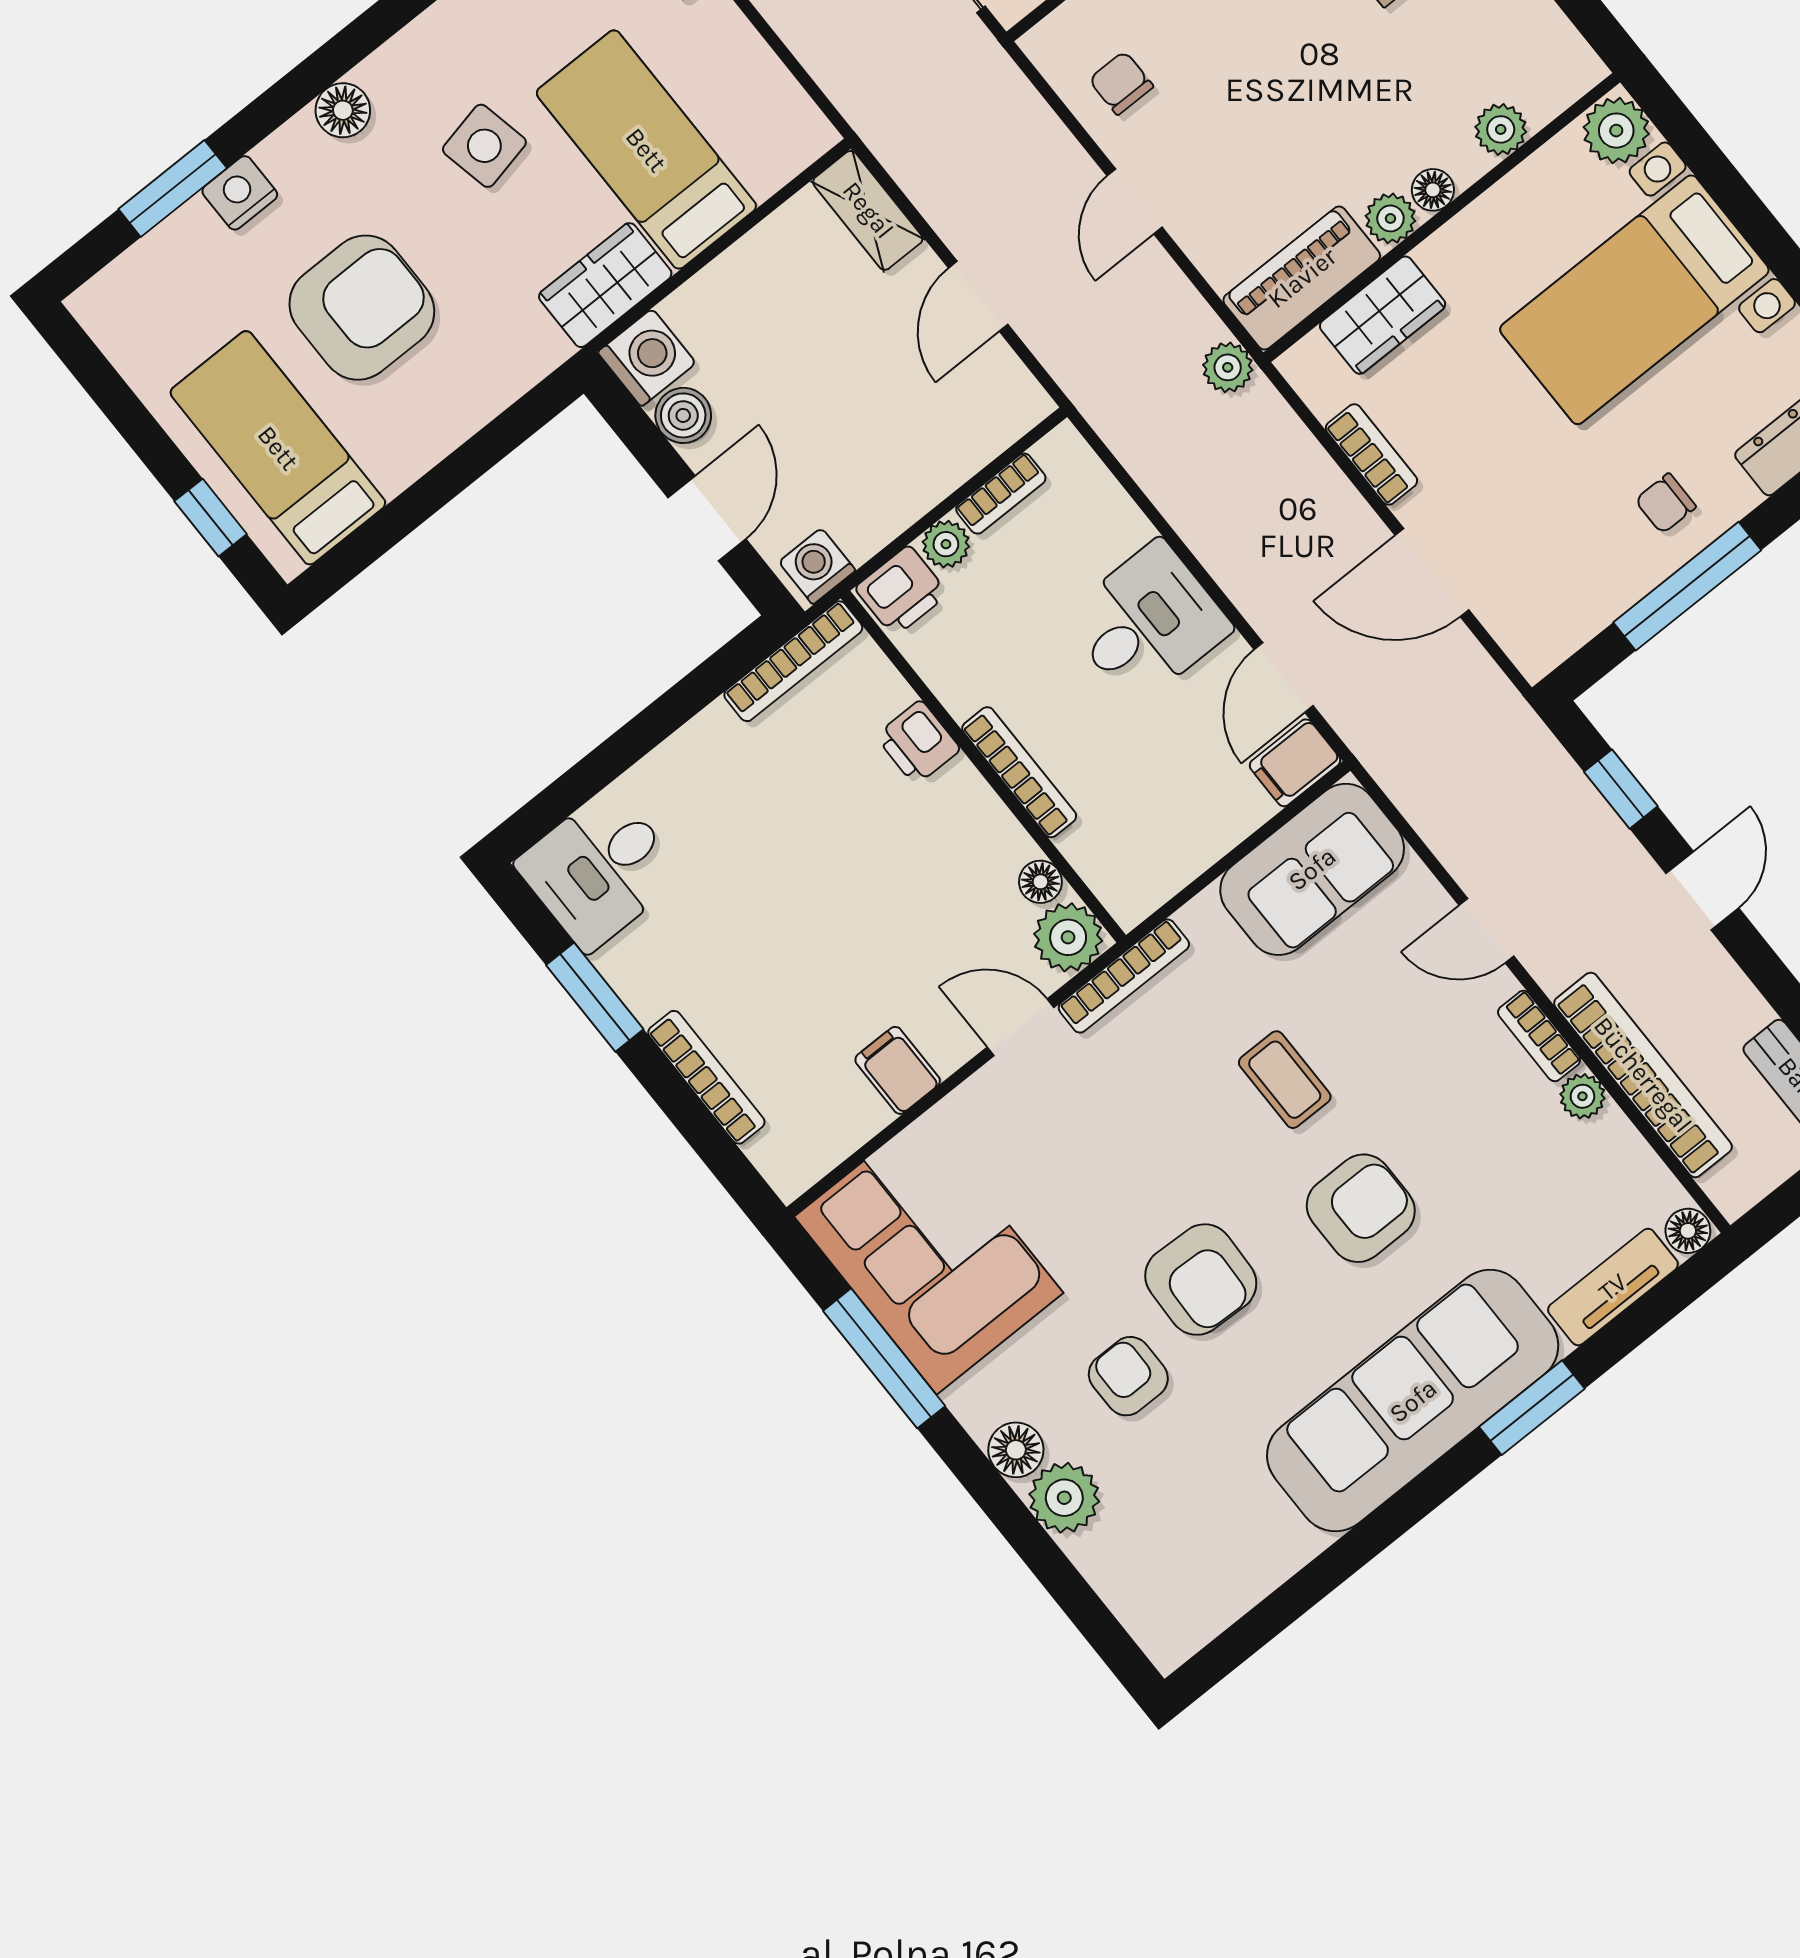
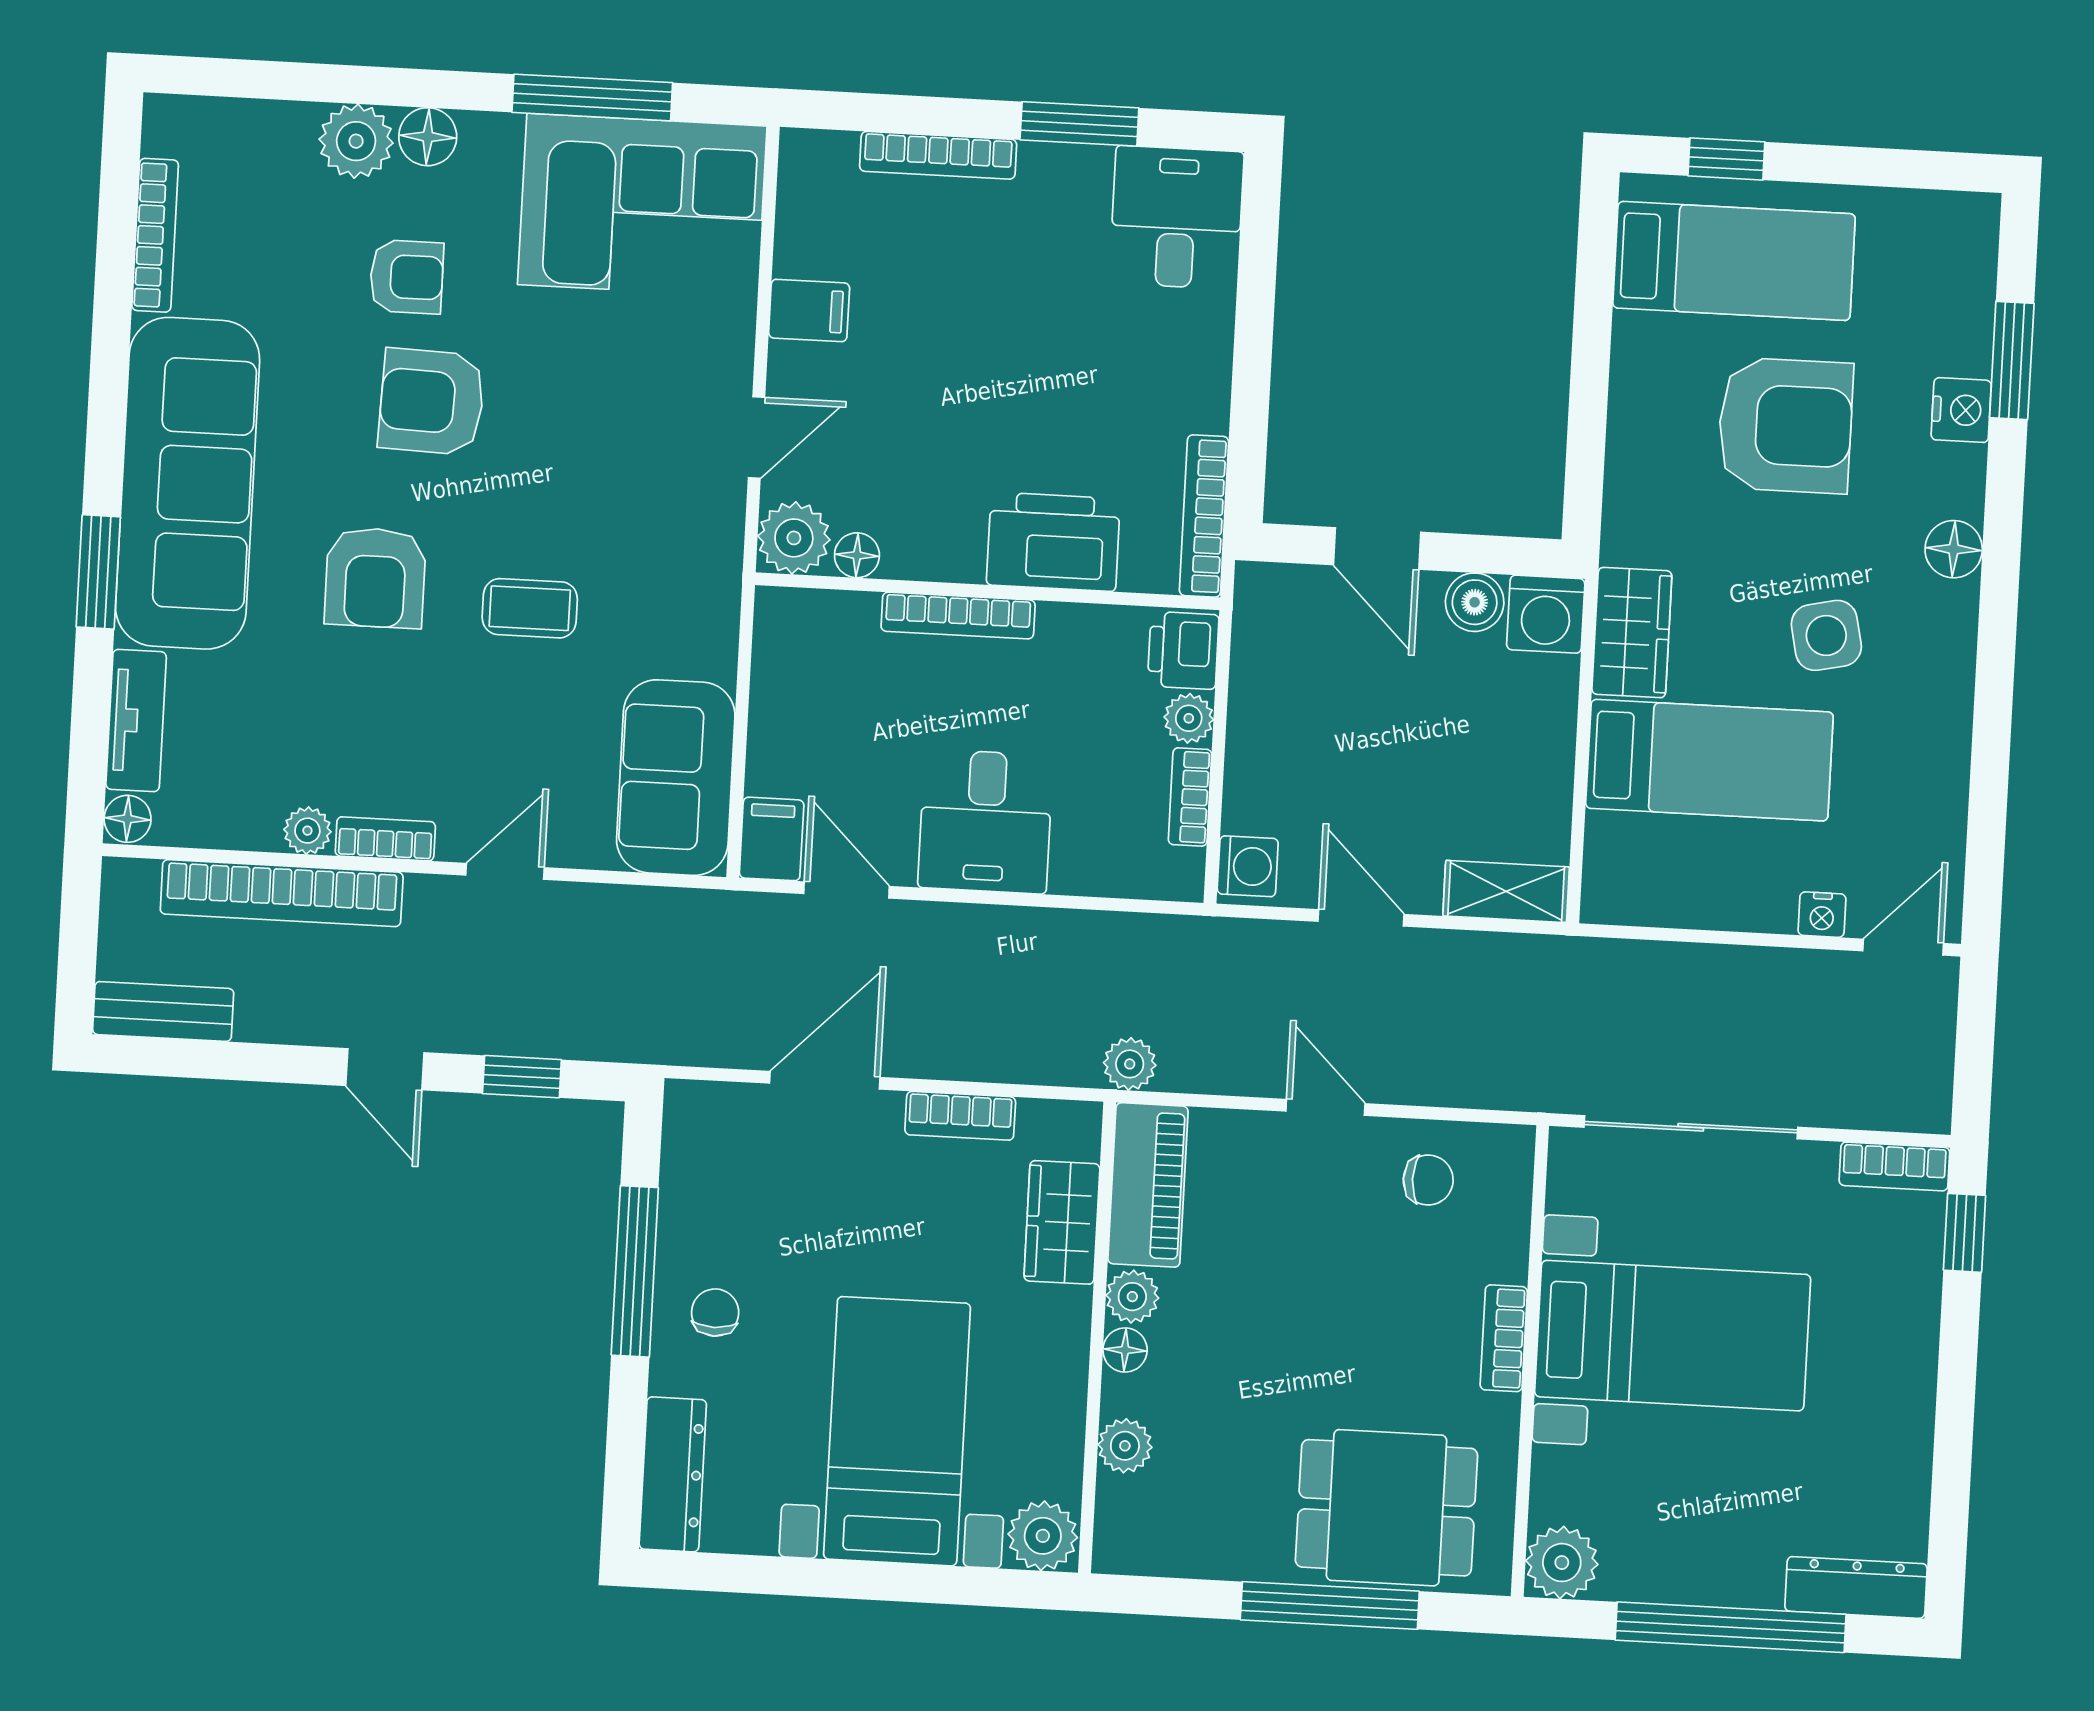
armchair: (362, 308) -> (1785, 425), turned -90
washing machine: (817, 566) -> (1248, 866), moved
printer: (918, 743) -> (1053, 542), width x1.87, depth x1.48
bookcase: (1124, 976) -> (155, 235), moved, turned 180

